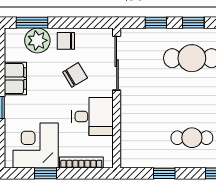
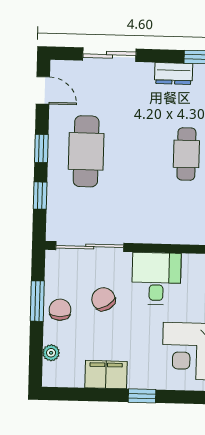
window: (32, 23) -> (37, 301), moved
plant: (37, 40) -> (51, 353), width x0.53, depth x0.53
chair: (66, 41) -> (60, 310), turned 180

